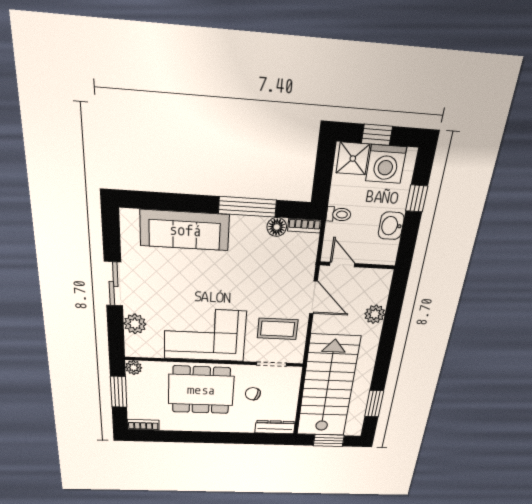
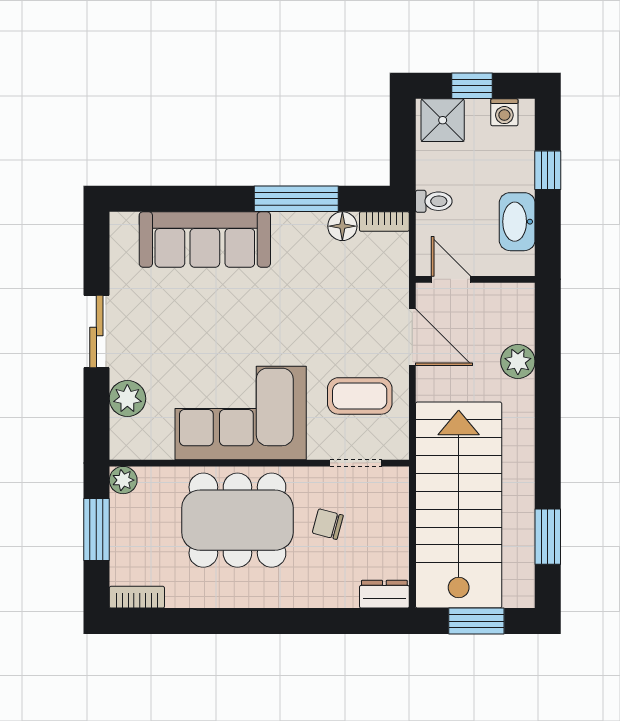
washing machine: (386, 164) -> (504, 112), width x0.53, depth x0.53
washbasin: (391, 226) -> (517, 222), width x1.38
dresser: (275, 427) -> (384, 594), width x0.70

